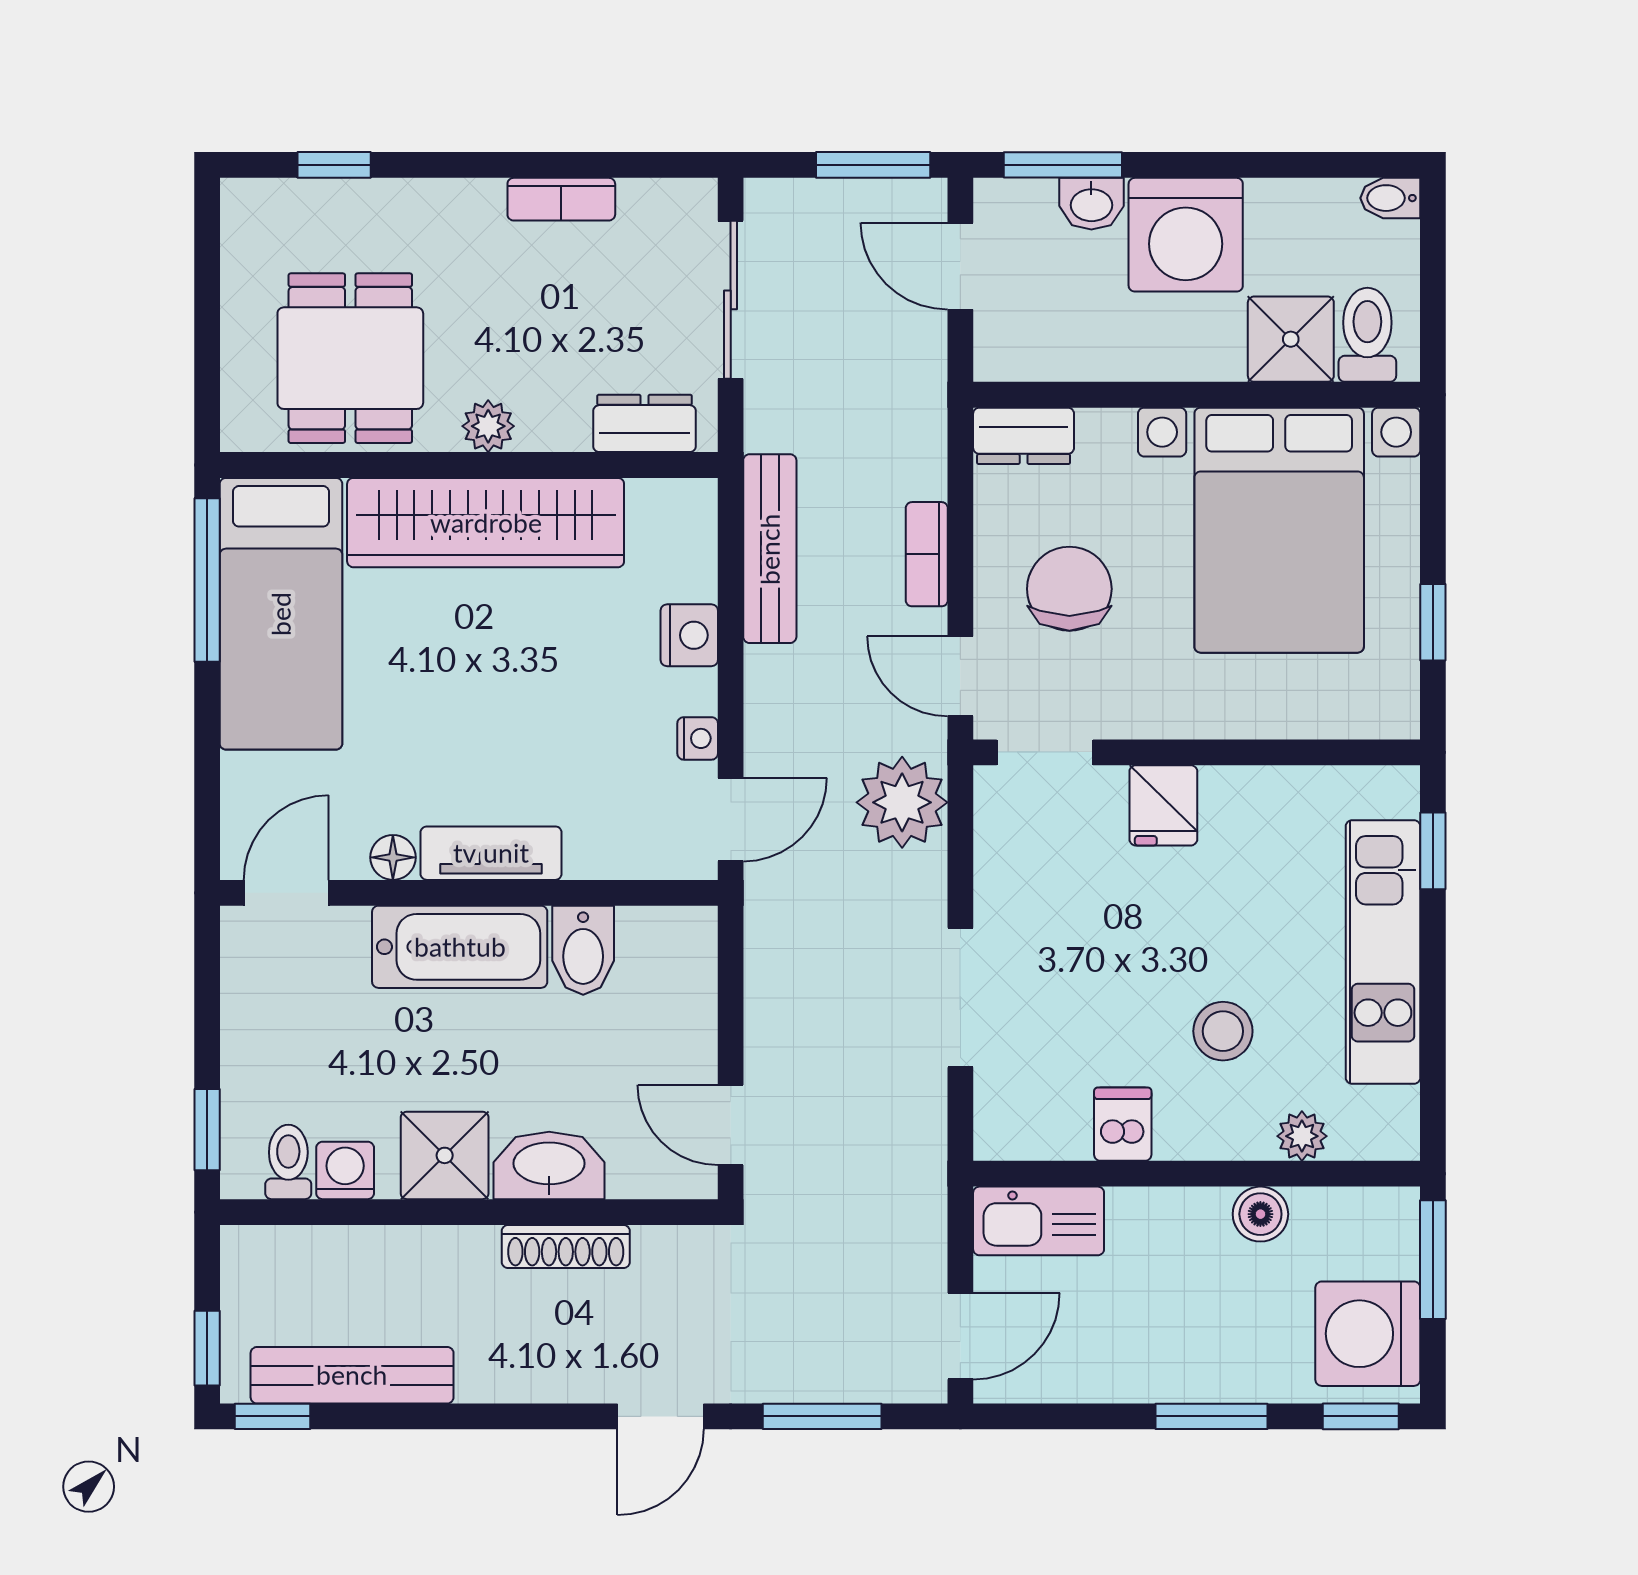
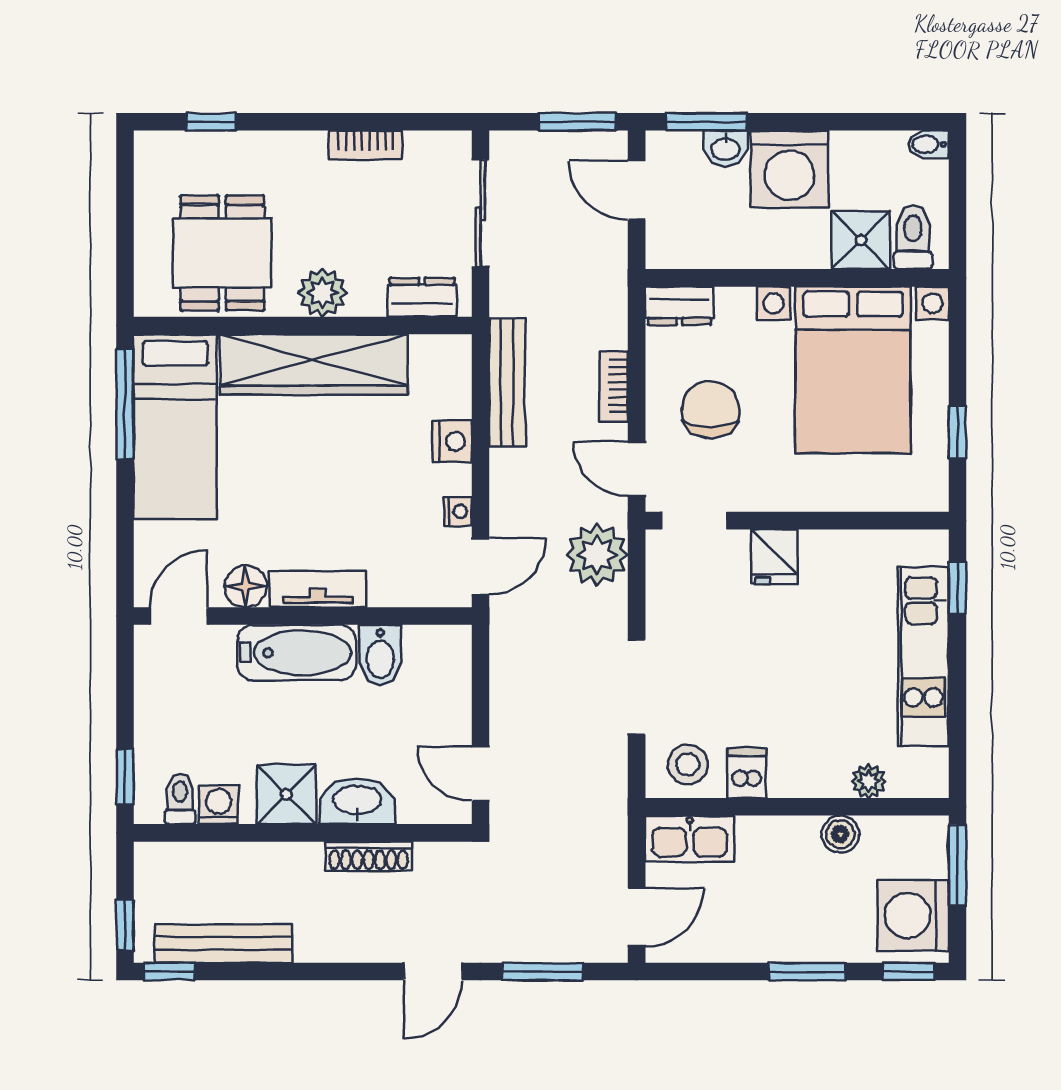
plant: (488, 426) -> (323, 293), width x1.38, depth x1.38
floor lamp: (393, 857) -> (246, 586), width x1.37, depth x1.37
stool: (1223, 1031) -> (688, 764), moved

